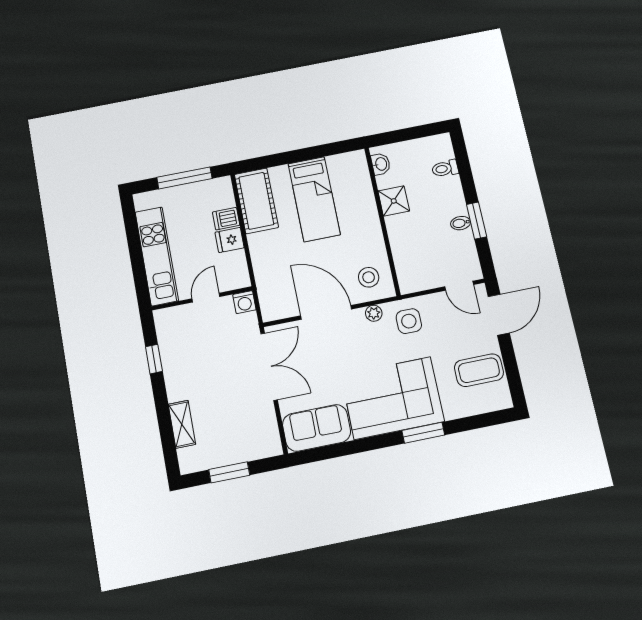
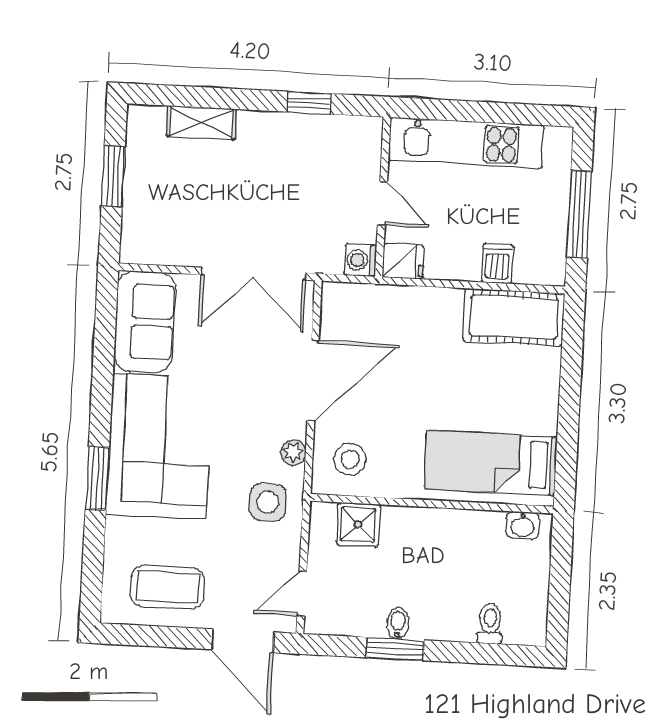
bed: (314, 199) -> (491, 463), moved
shower: (394, 201) -> (358, 524), moved
fridge: (230, 240) -> (403, 261), moved, turned 90
coffee table: (479, 370) -> (168, 587), turned 90

